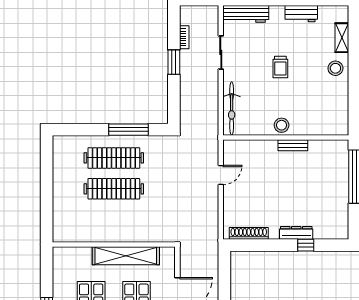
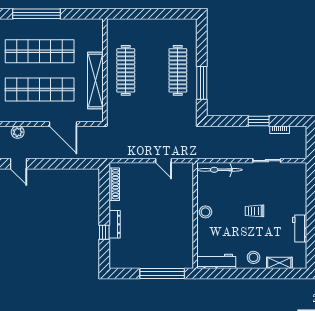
workbench: (246, 14) -> (216, 261), moved, turned 90
bench: (293, 145) -> (189, 221), removed
clothes rail: (114, 189) -> (126, 70), moved

